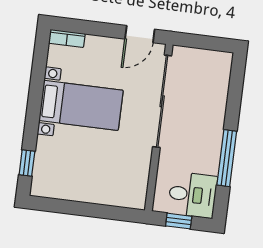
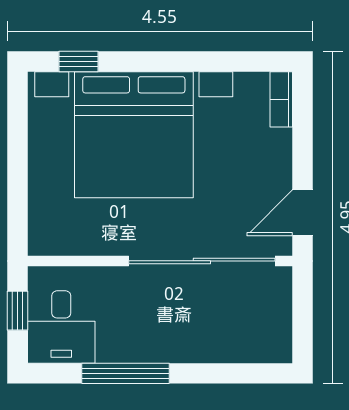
door: (140, 34) -> (303, 213), hinge flipped
bed with nightstands: (81, 105) -> (134, 135), width x1.85

